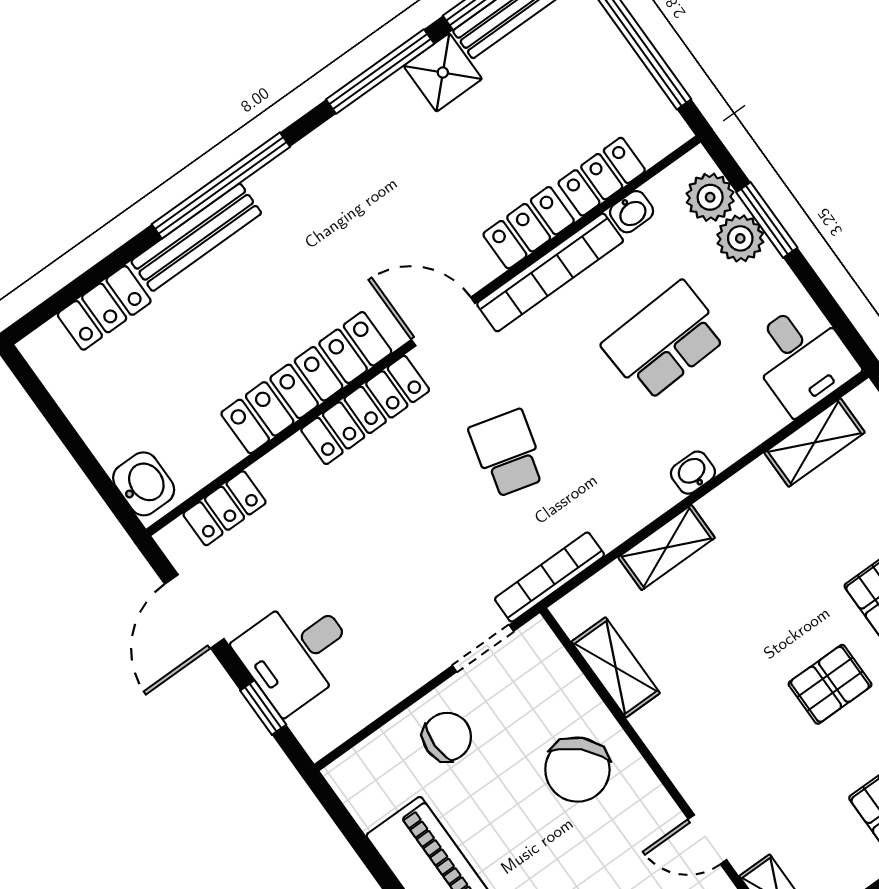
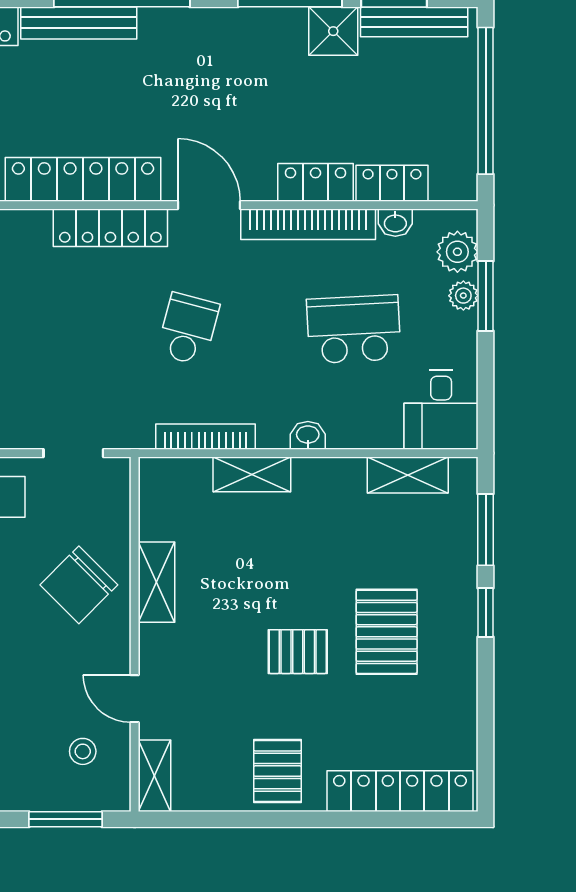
plant: (740, 238) -> (463, 296), width x0.73, depth x0.73
bookcase: (550, 577) -> (205, 437), moved
shelving: (616, 667) -> (157, 582), moved

